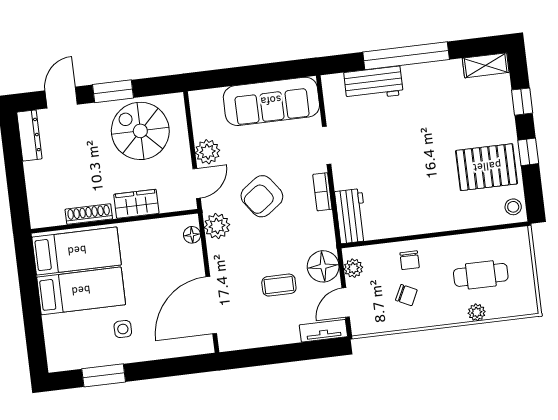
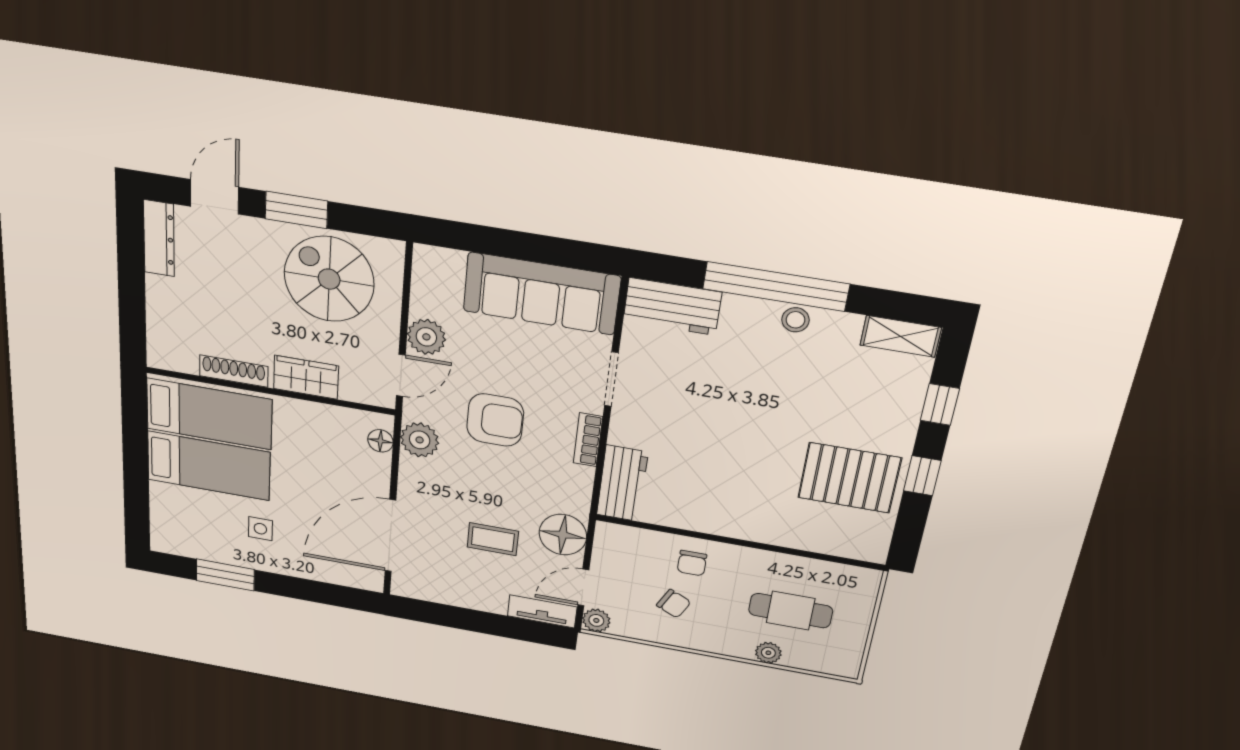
workbench: (373, 84) -> (672, 307), moved
armchair: (262, 196) -> (495, 420), turned -144
stool: (513, 207) -> (795, 320), moved
plant: (353, 268) -> (596, 620), moved

